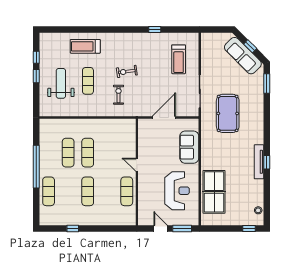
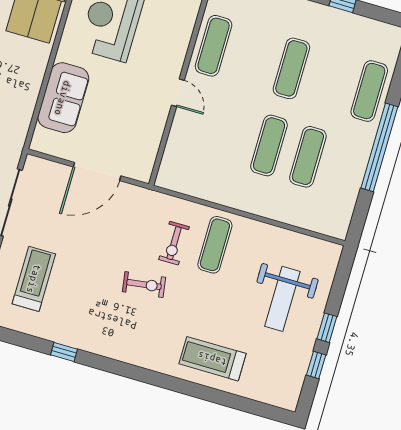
treadmill: (85, 46) -> (212, 359), turned 180
exercise mat: (88, 81) -> (215, 245), moved

